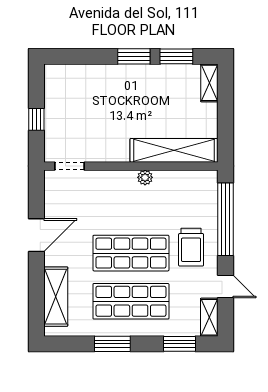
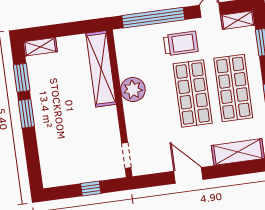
plant: (145, 177) -> (133, 90), width x1.88, depth x1.88

